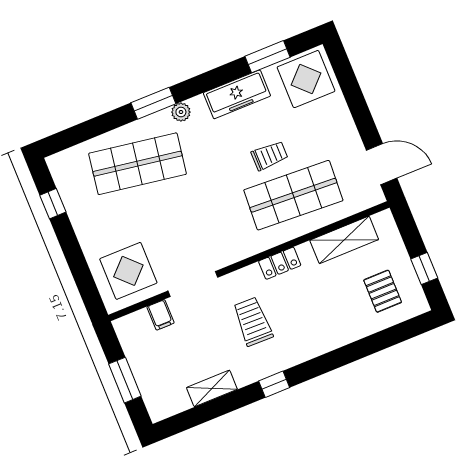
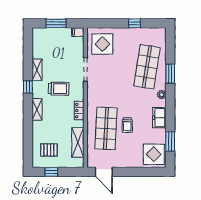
freezer: (237, 94) -> (159, 118), width x0.71
window: (153, 103) -> (170, 74), moved
door: (382, 164) -> (104, 172), hinge flipped
window: (53, 204) -> (135, 23), moved
filing cabinet: (160, 315) -> (78, 32), moved
shelving: (312, 348) -> (37, 109), added
shelving: (212, 388) -> (37, 70), moved

